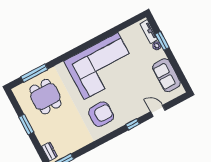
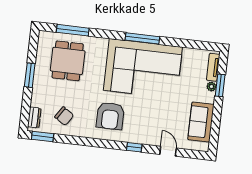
window: (86, 45) -> (142, 38), added
armchair: (101, 114) -> (110, 116), turned 90
chair: (69, 136) -> (64, 116), added

